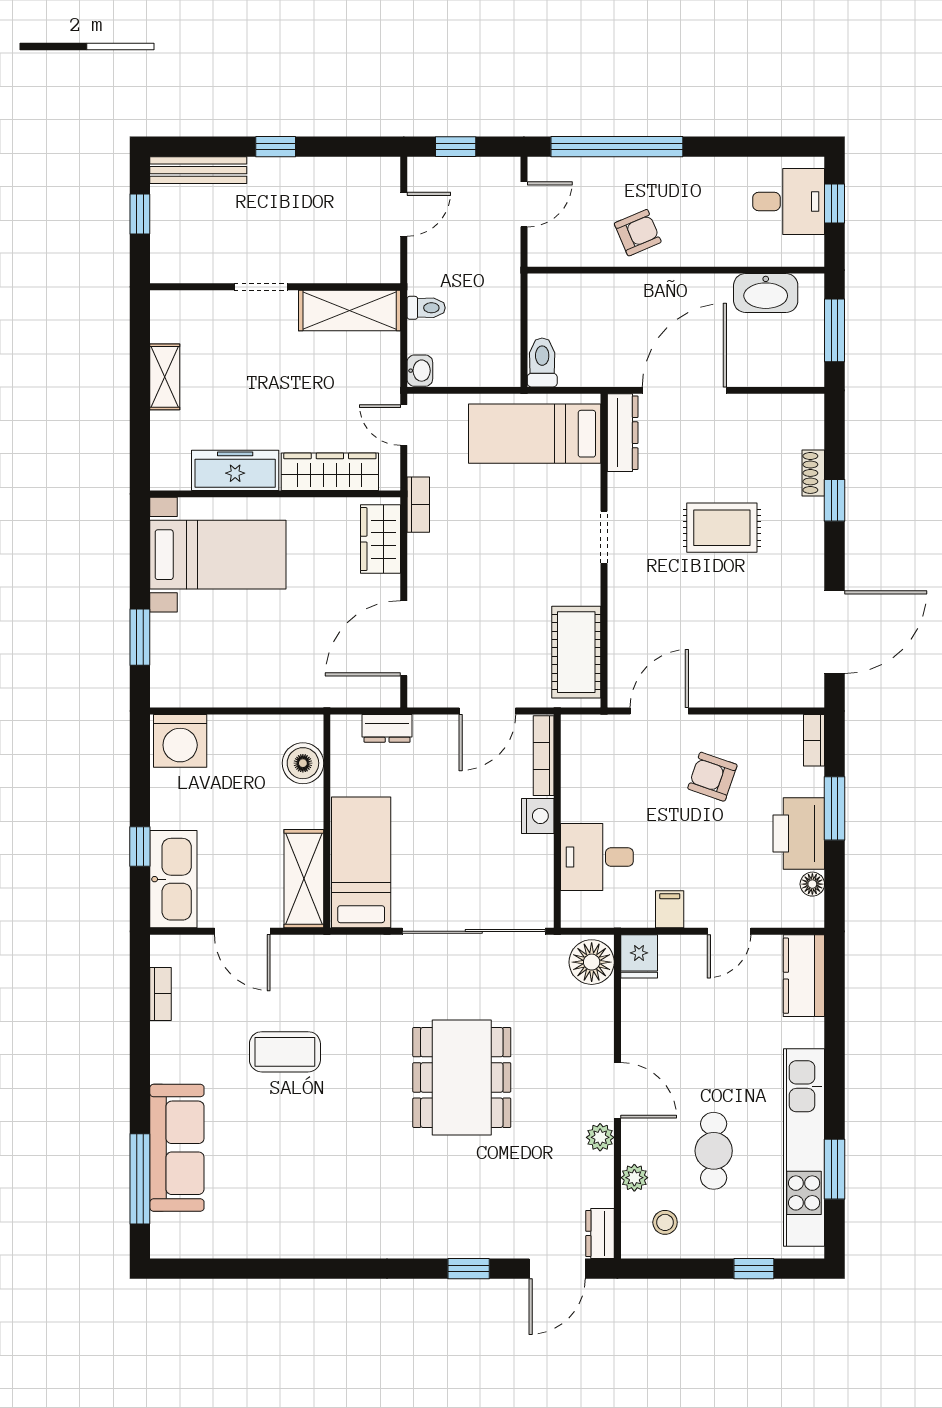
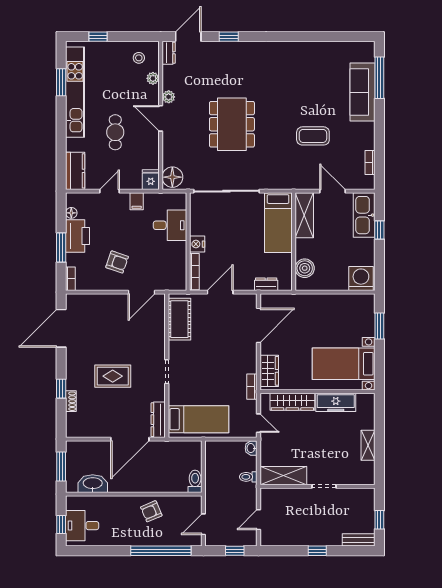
bench: (198, 170) -> (359, 540), width x0.73
toilet: (542, 362) -> (195, 481), moved, turned 180
cafe table: (714, 1151) -> (115, 132), moved

